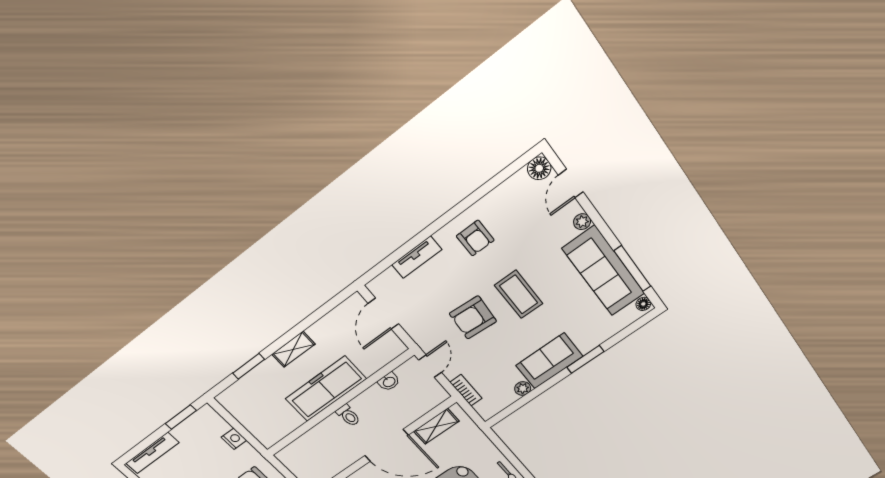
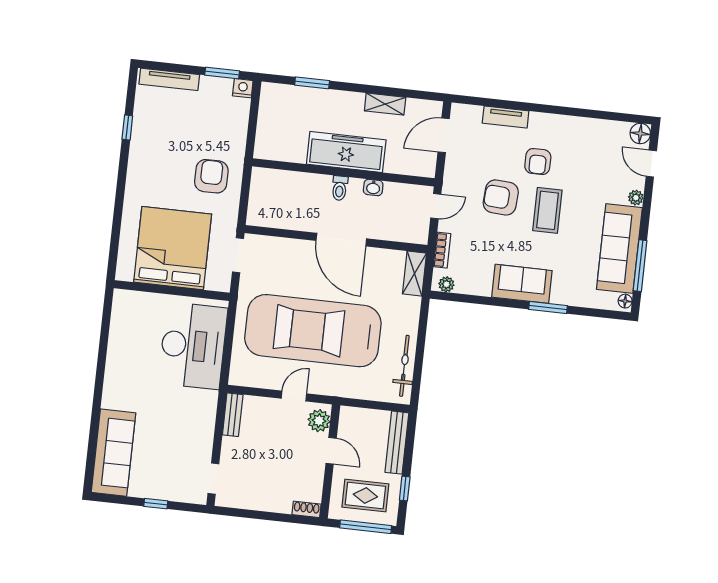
door: (571, 184) -> (651, 163), hinge flipped
armchair: (475, 238) -> (538, 162), moved
shelving: (293, 349) -> (385, 104), moved
washbasin: (389, 382) -> (373, 187), moved
plant: (523, 388) -> (446, 284), moved
shelving: (436, 426) -> (415, 274), moved, turned 90
nightstand: (234, 439) -> (243, 88), moved, turned -90

